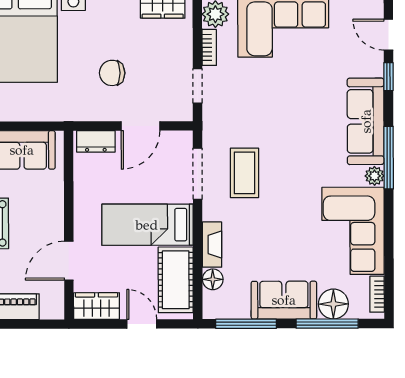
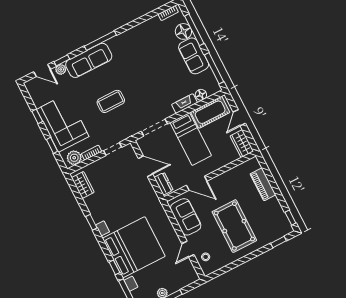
door: (388, 35) -> (42, 71), hinge flipped
chair: (112, 73) -> (127, 193), removed
coffee table: (244, 173) -> (111, 101), moved
plant: (375, 176) -> (61, 69), moved
corner sofa: (353, 231) -> (144, 40), removed
door: (69, 261) -> (197, 183), moved

